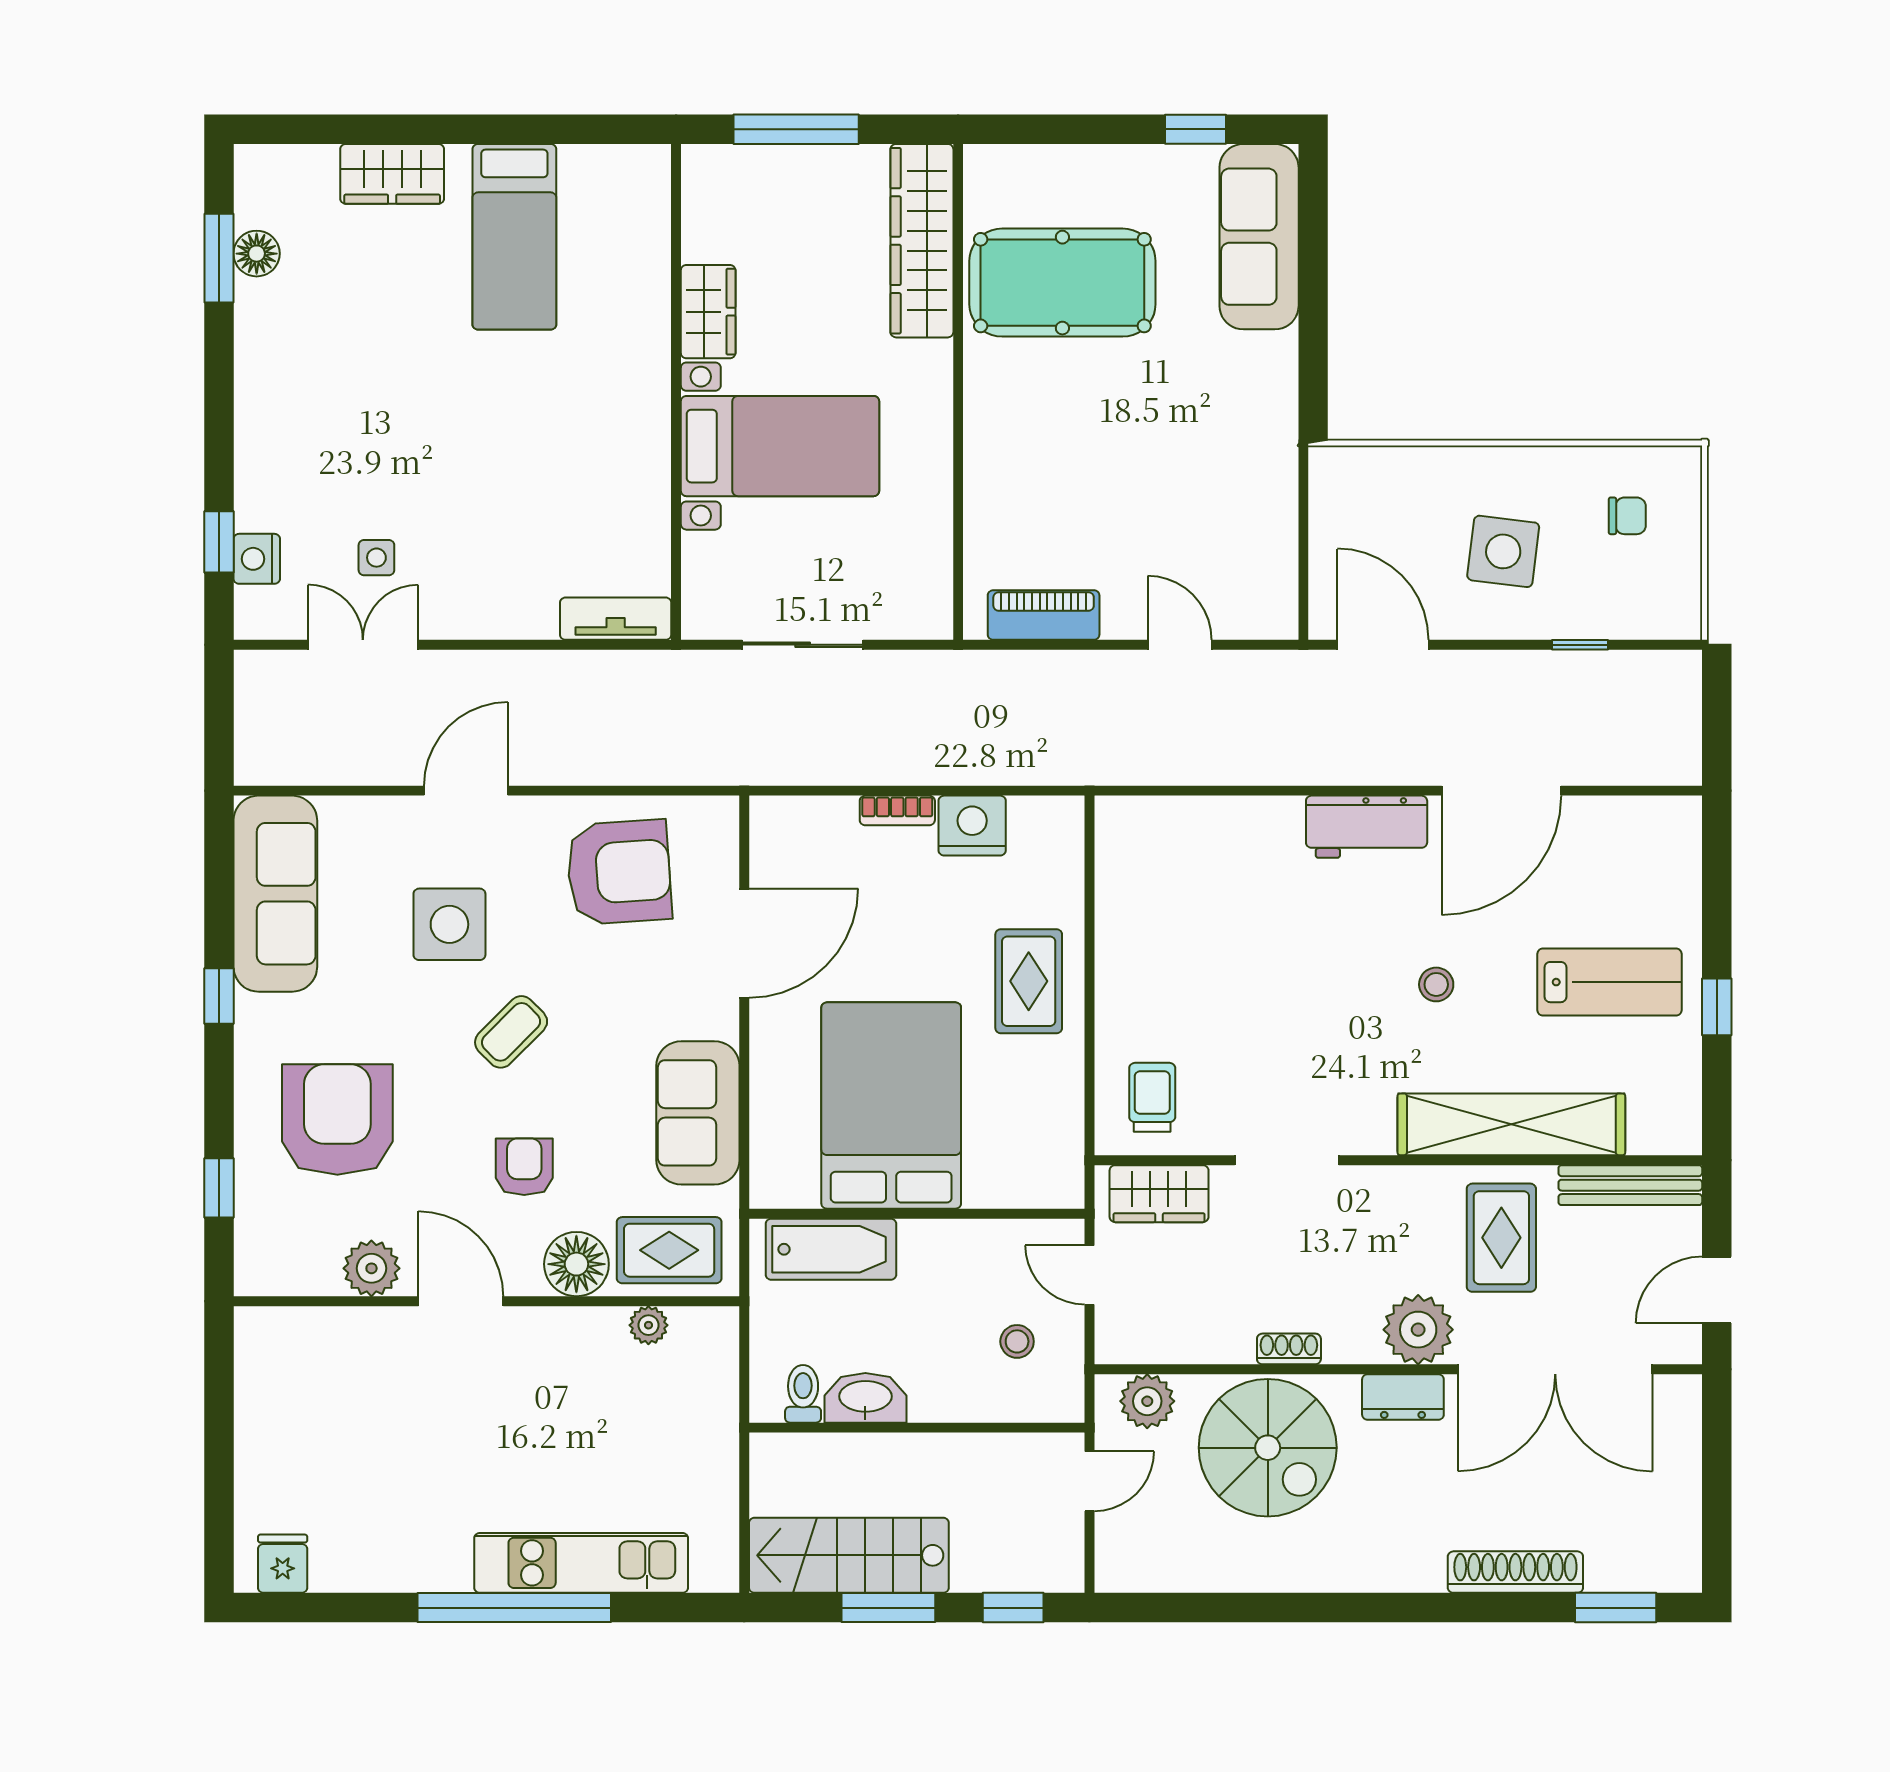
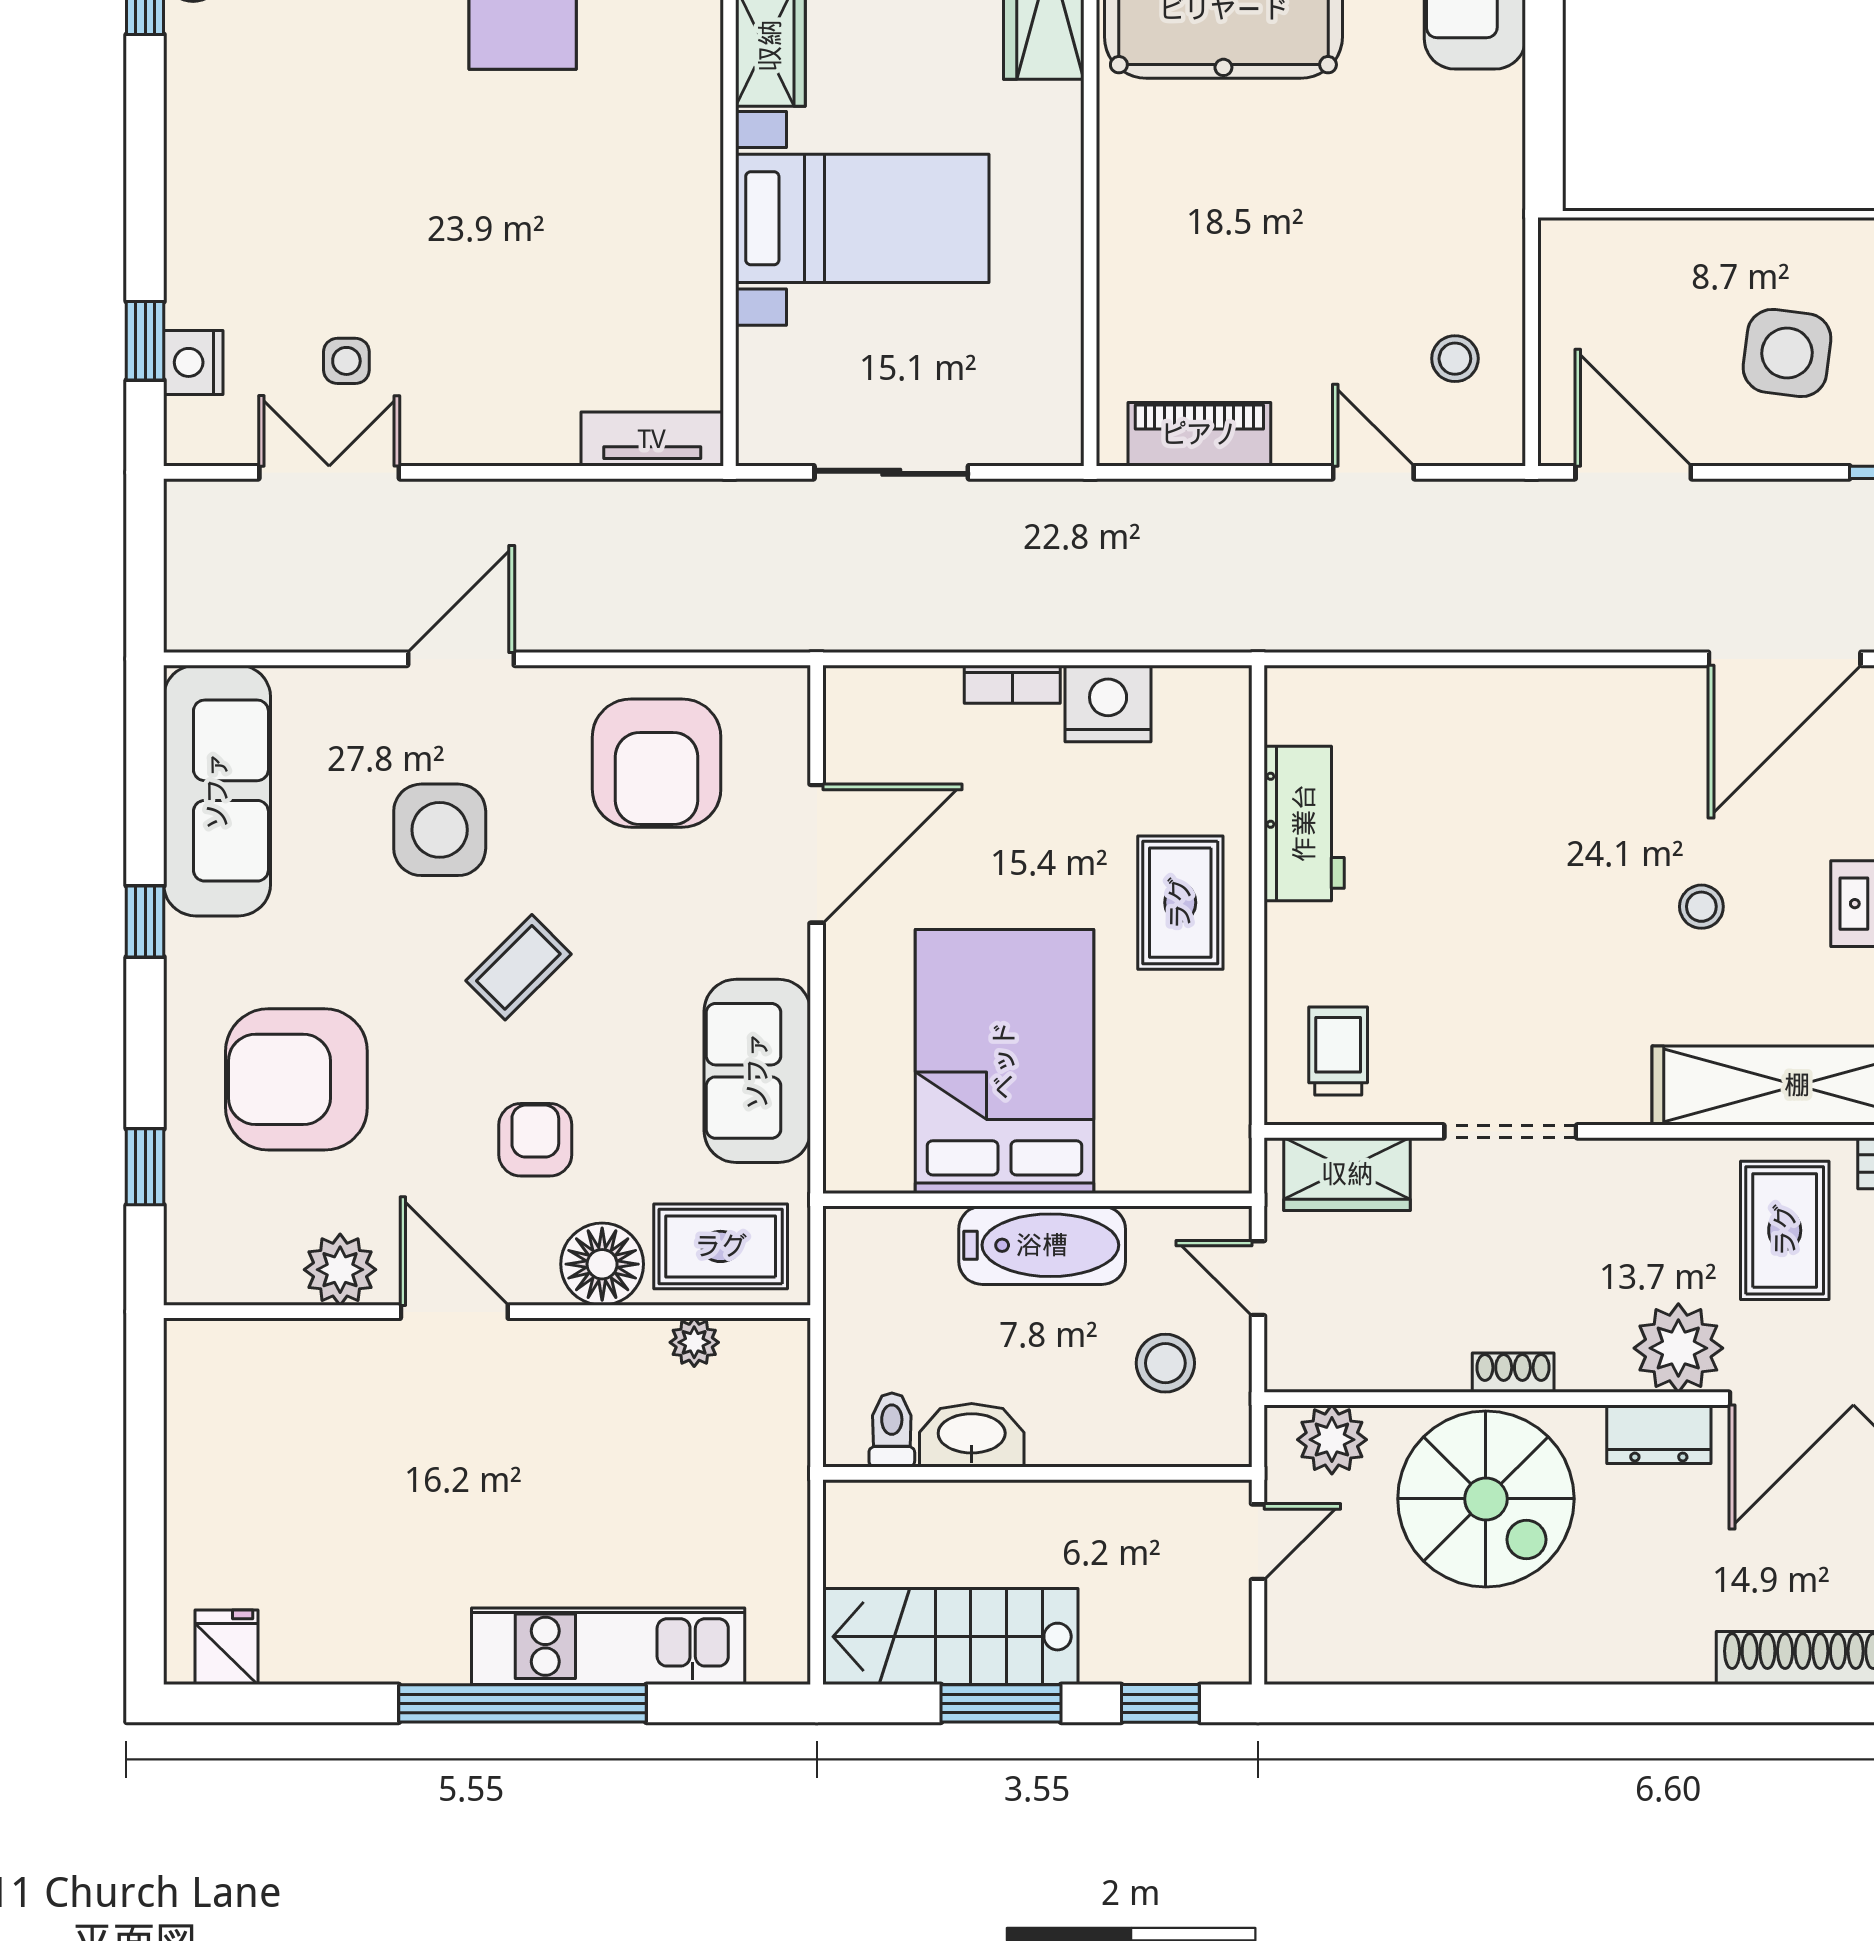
stool: (1243, 556) -> (1455, 359), added
workbench: (1367, 827) -> (1304, 823), moved, turned -90
armchair: (619, 872) -> (657, 763), turned 94
armchair: (337, 1120) -> (296, 1079), turned -90
bathtub: (831, 1249) -> (1042, 1245), moved
stool: (1017, 1341) -> (1165, 1363), width x1.37, depth x1.37

